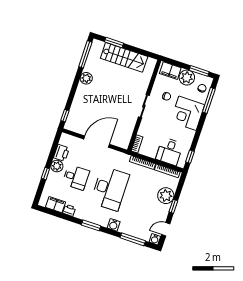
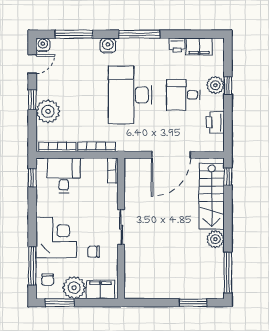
stairs: (124, 57) -> (212, 196), moved, turned -90
plant: (57, 166) -> (215, 85), moved
window: (91, 225) -> (139, 34), width x1.44

